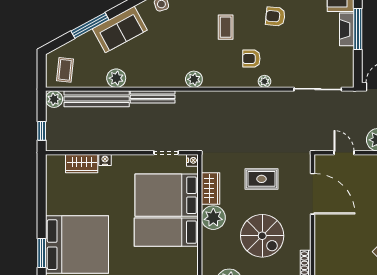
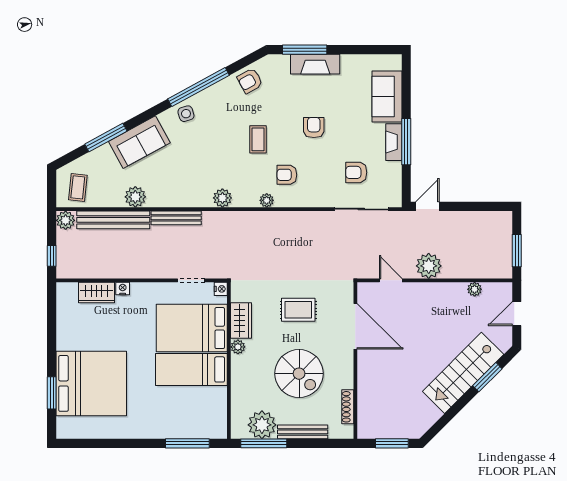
armchair: (275, 16) -> (314, 128), turned 85
armchair: (313, 56) -> (356, 172), added
plant: (265, 81) -> (267, 200), moved
plant: (213, 218) -> (238, 347), width x0.53, depth x0.53

